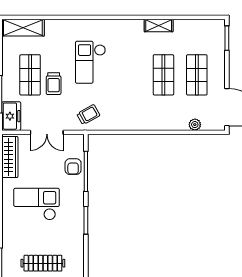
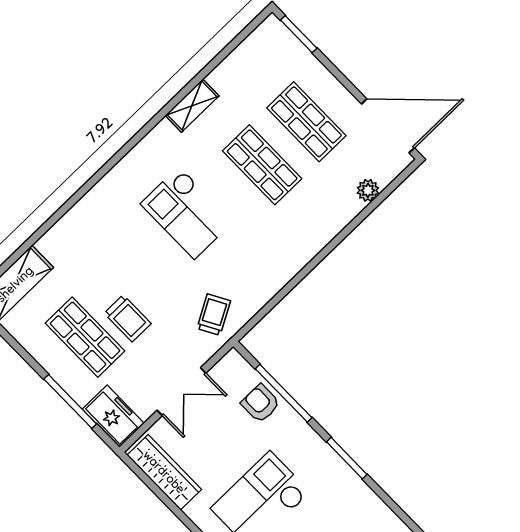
checkout: (90, 62) -> (187, 213), moved
armchair: (73, 167) -> (261, 403), turned 180

